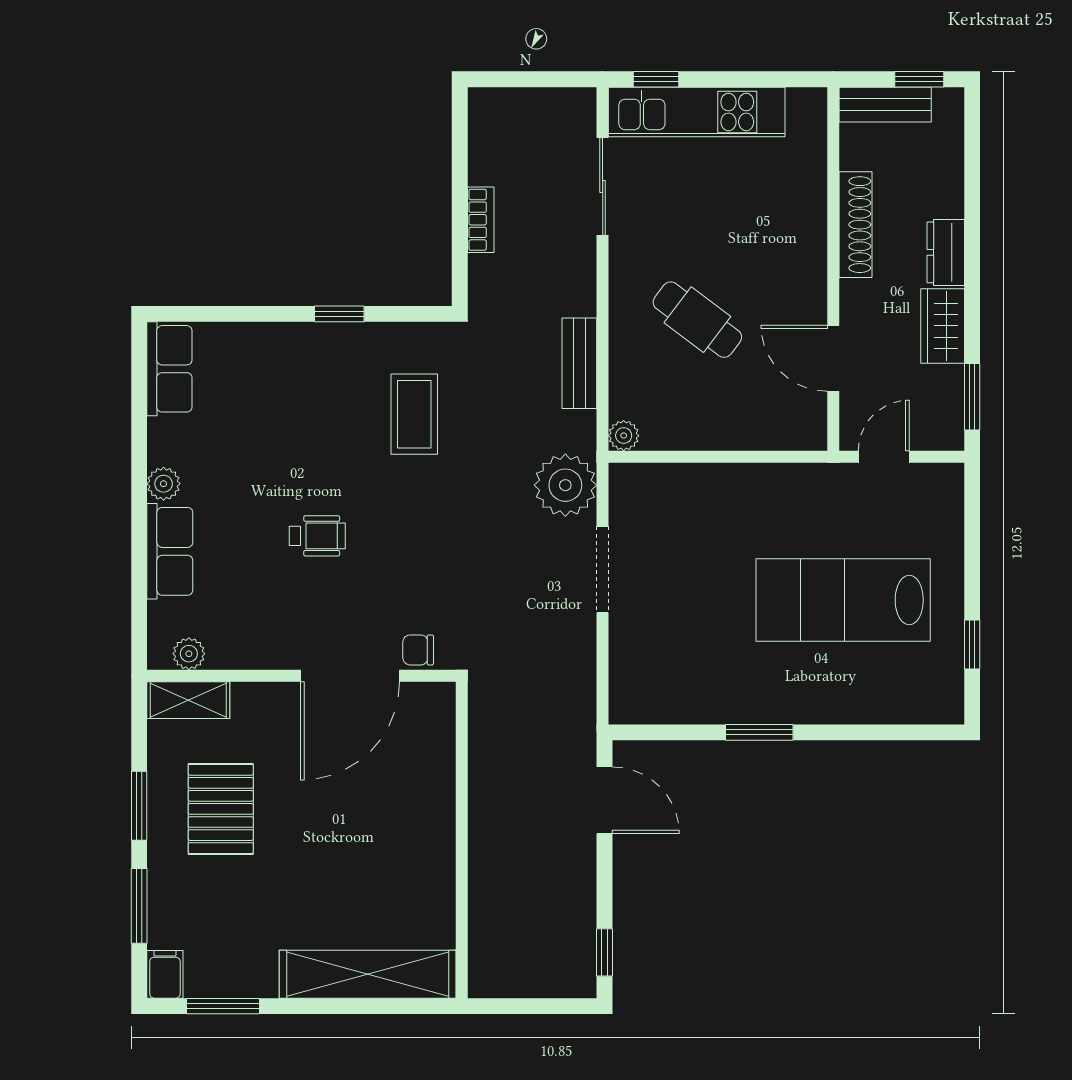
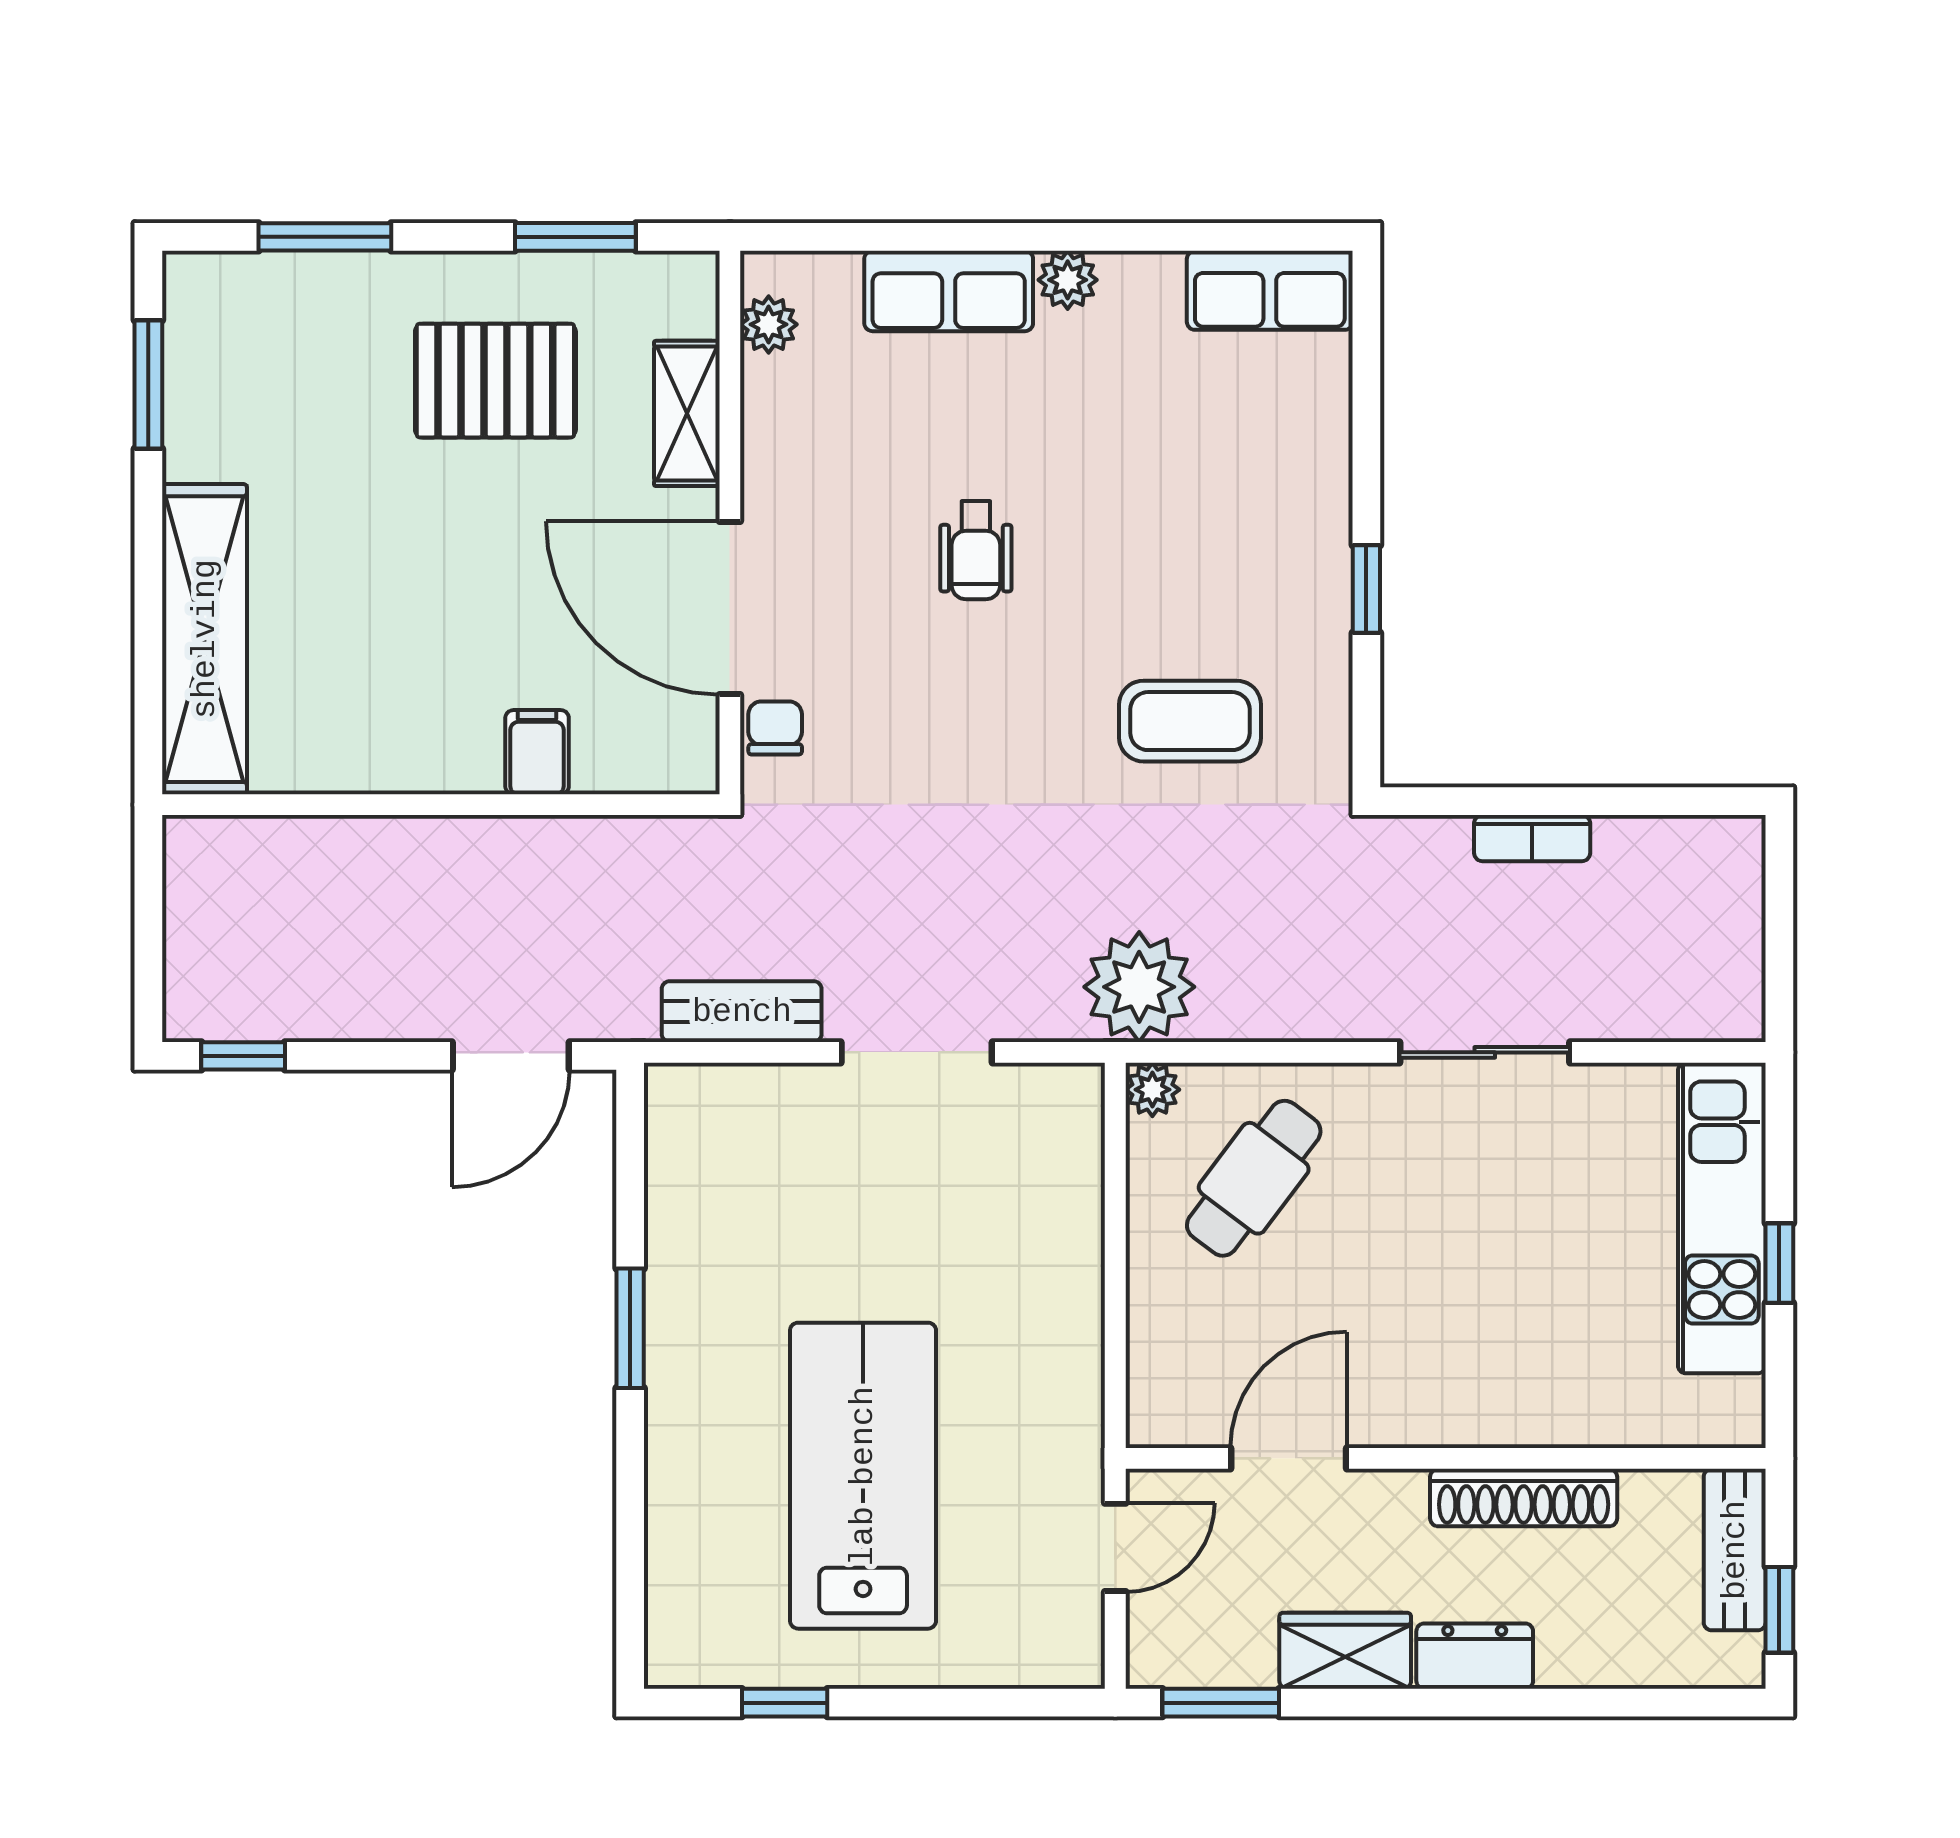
window: (656, 79) -> (1779, 1263), moved
sliding door: (603, 186) -> (1485, 1052), moved
cafe table: (697, 320) -> (1254, 1178), moved
bench: (579, 363) -> (742, 1012), moved
door: (884, 457) -> (1115, 1547), hinge flipped
plant: (565, 485) -> (1139, 987), moved
shelving: (188, 700) -> (687, 413), moved
window: (139, 806) -> (575, 237), moved
filing cabinet: (165, 974) -> (537, 752), moved, turned -90

